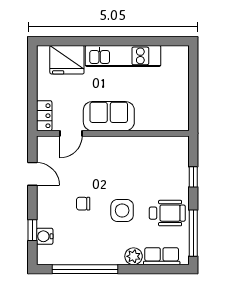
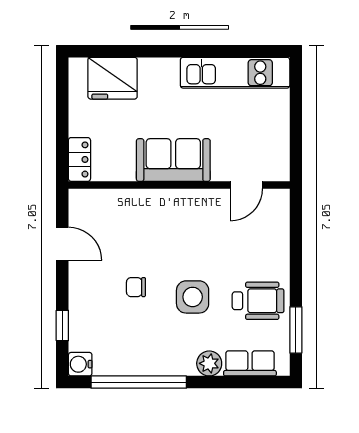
kitchen unit: (123, 56) -> (235, 73), moved
door: (71, 133) -> (246, 185), moved
window: (193, 177) -> (296, 248), removed
window: (193, 233) -> (296, 330), width x0.69
water cooler: (45, 236) -> (80, 364), moved

